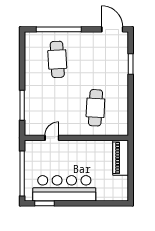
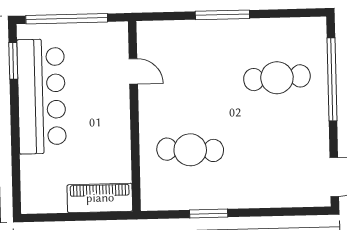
window: (131, 64) -> (209, 214), moved
window: (22, 105) -> (222, 15), moved

